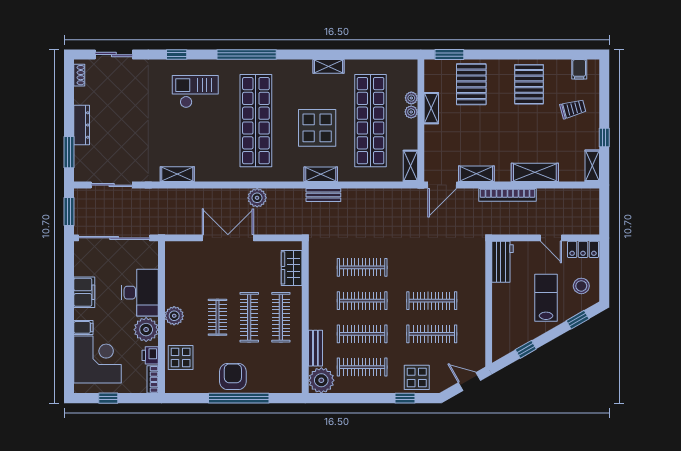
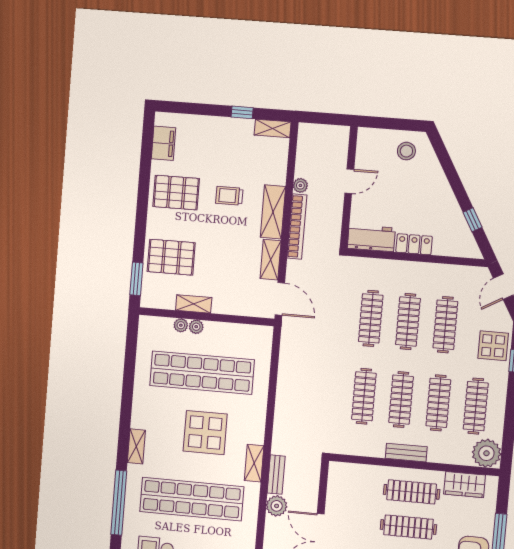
shelving: (328, 66) -> (136, 446), moved
filing cabinet: (579, 69) -> (164, 143), width x2.00
trolley: (573, 109) -> (229, 196), moved, turned -75
shelving: (410, 166) -> (256, 333), removed
shelving: (535, 172) -> (273, 212), moved
shelving: (321, 174) -> (254, 463), moved
bench: (323, 195) -> (276, 475), moved
plant: (544, 195) -> (300, 185), added
locker: (583, 249) -> (414, 244), moved, turned -90
clothes rail: (432, 267) -> (371, 318), added
wardrobe: (292, 268) -> (465, 485), moved
lab bench: (546, 298) -> (416, 192), removed
window: (578, 320) -> (444, 158), removed
bench: (315, 348) -> (406, 453), moved

